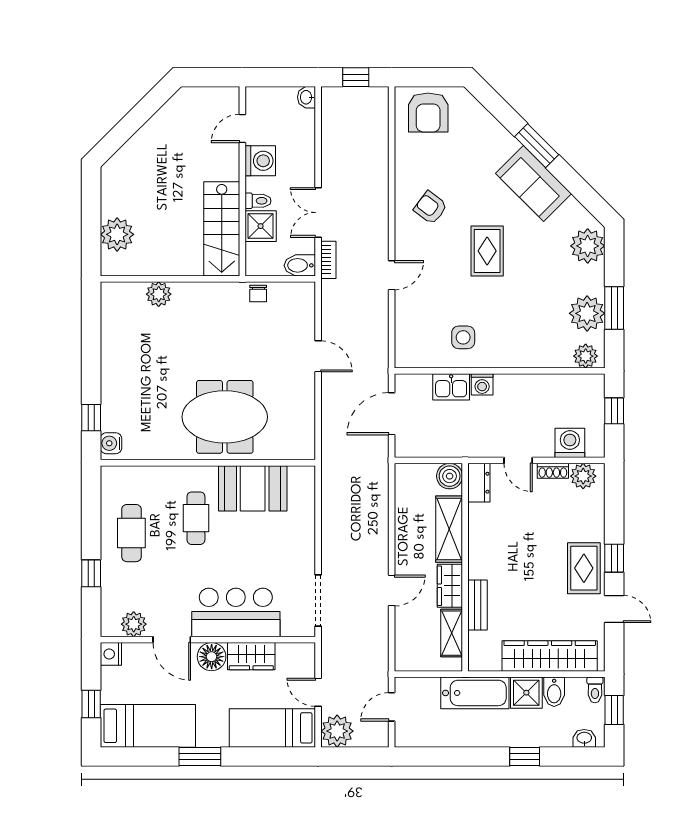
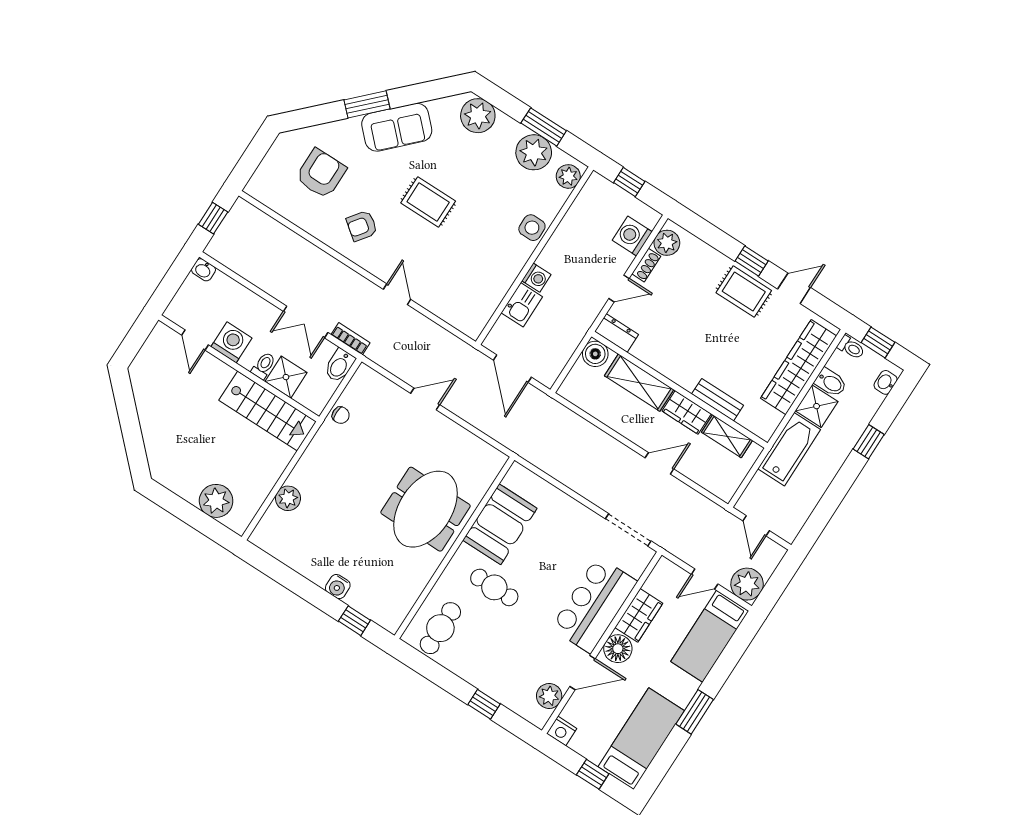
armchair: (428, 112) -> (321, 174), moved, turned -90
side table: (463, 337) -> (532, 228), moved
water cooler: (111, 443) -> (338, 587), moved
cafe table: (131, 533) -> (440, 628), moved, turned 90
door: (392, 591) -> (659, 463), hinge flipped

